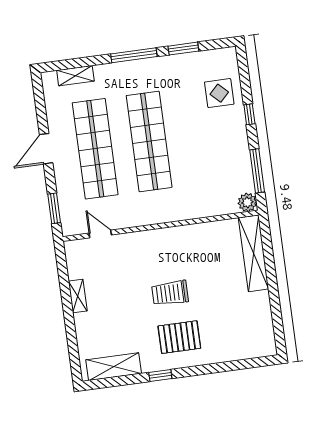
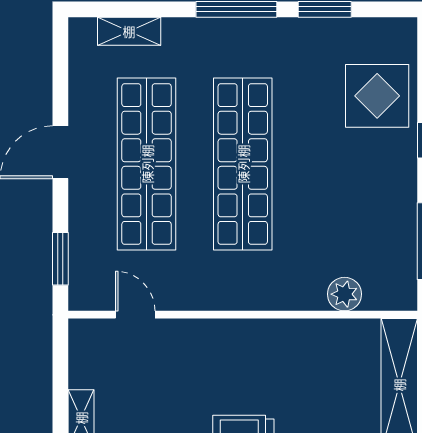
display table: (219, 93) -> (377, 96), width x1.36, depth x1.36
plant: (247, 202) -> (345, 294), moved

